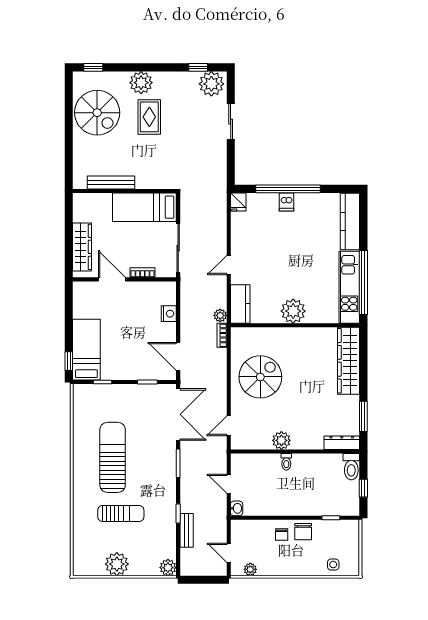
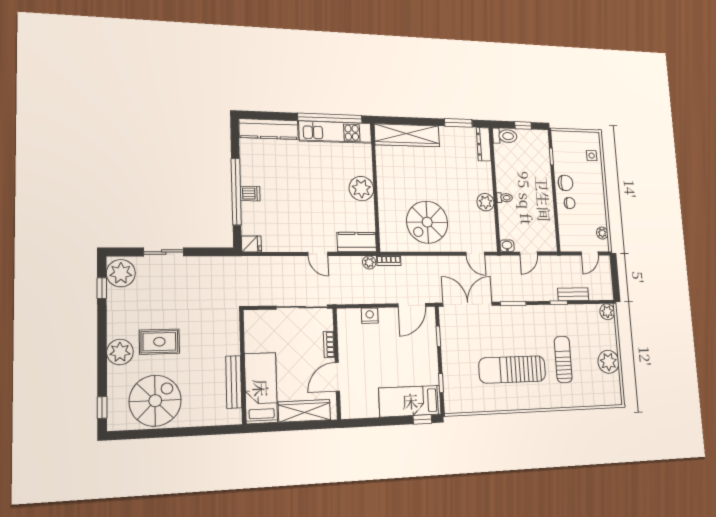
bed: (144, 207) -> (261, 388), moved, turned 180
spiral stairs: (260, 377) -> (427, 222), turned -90
washbasin: (237, 508) -> (507, 246), moved

